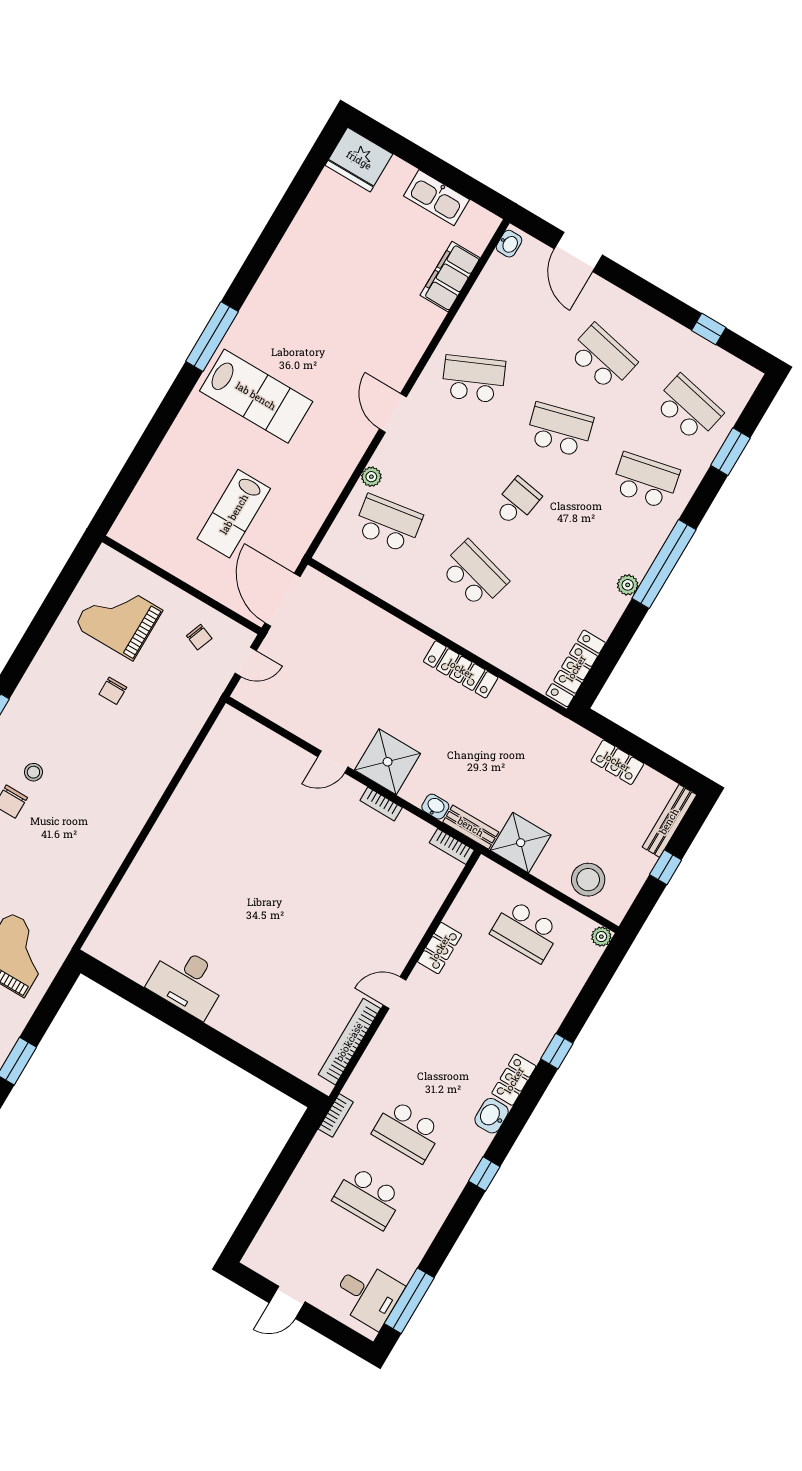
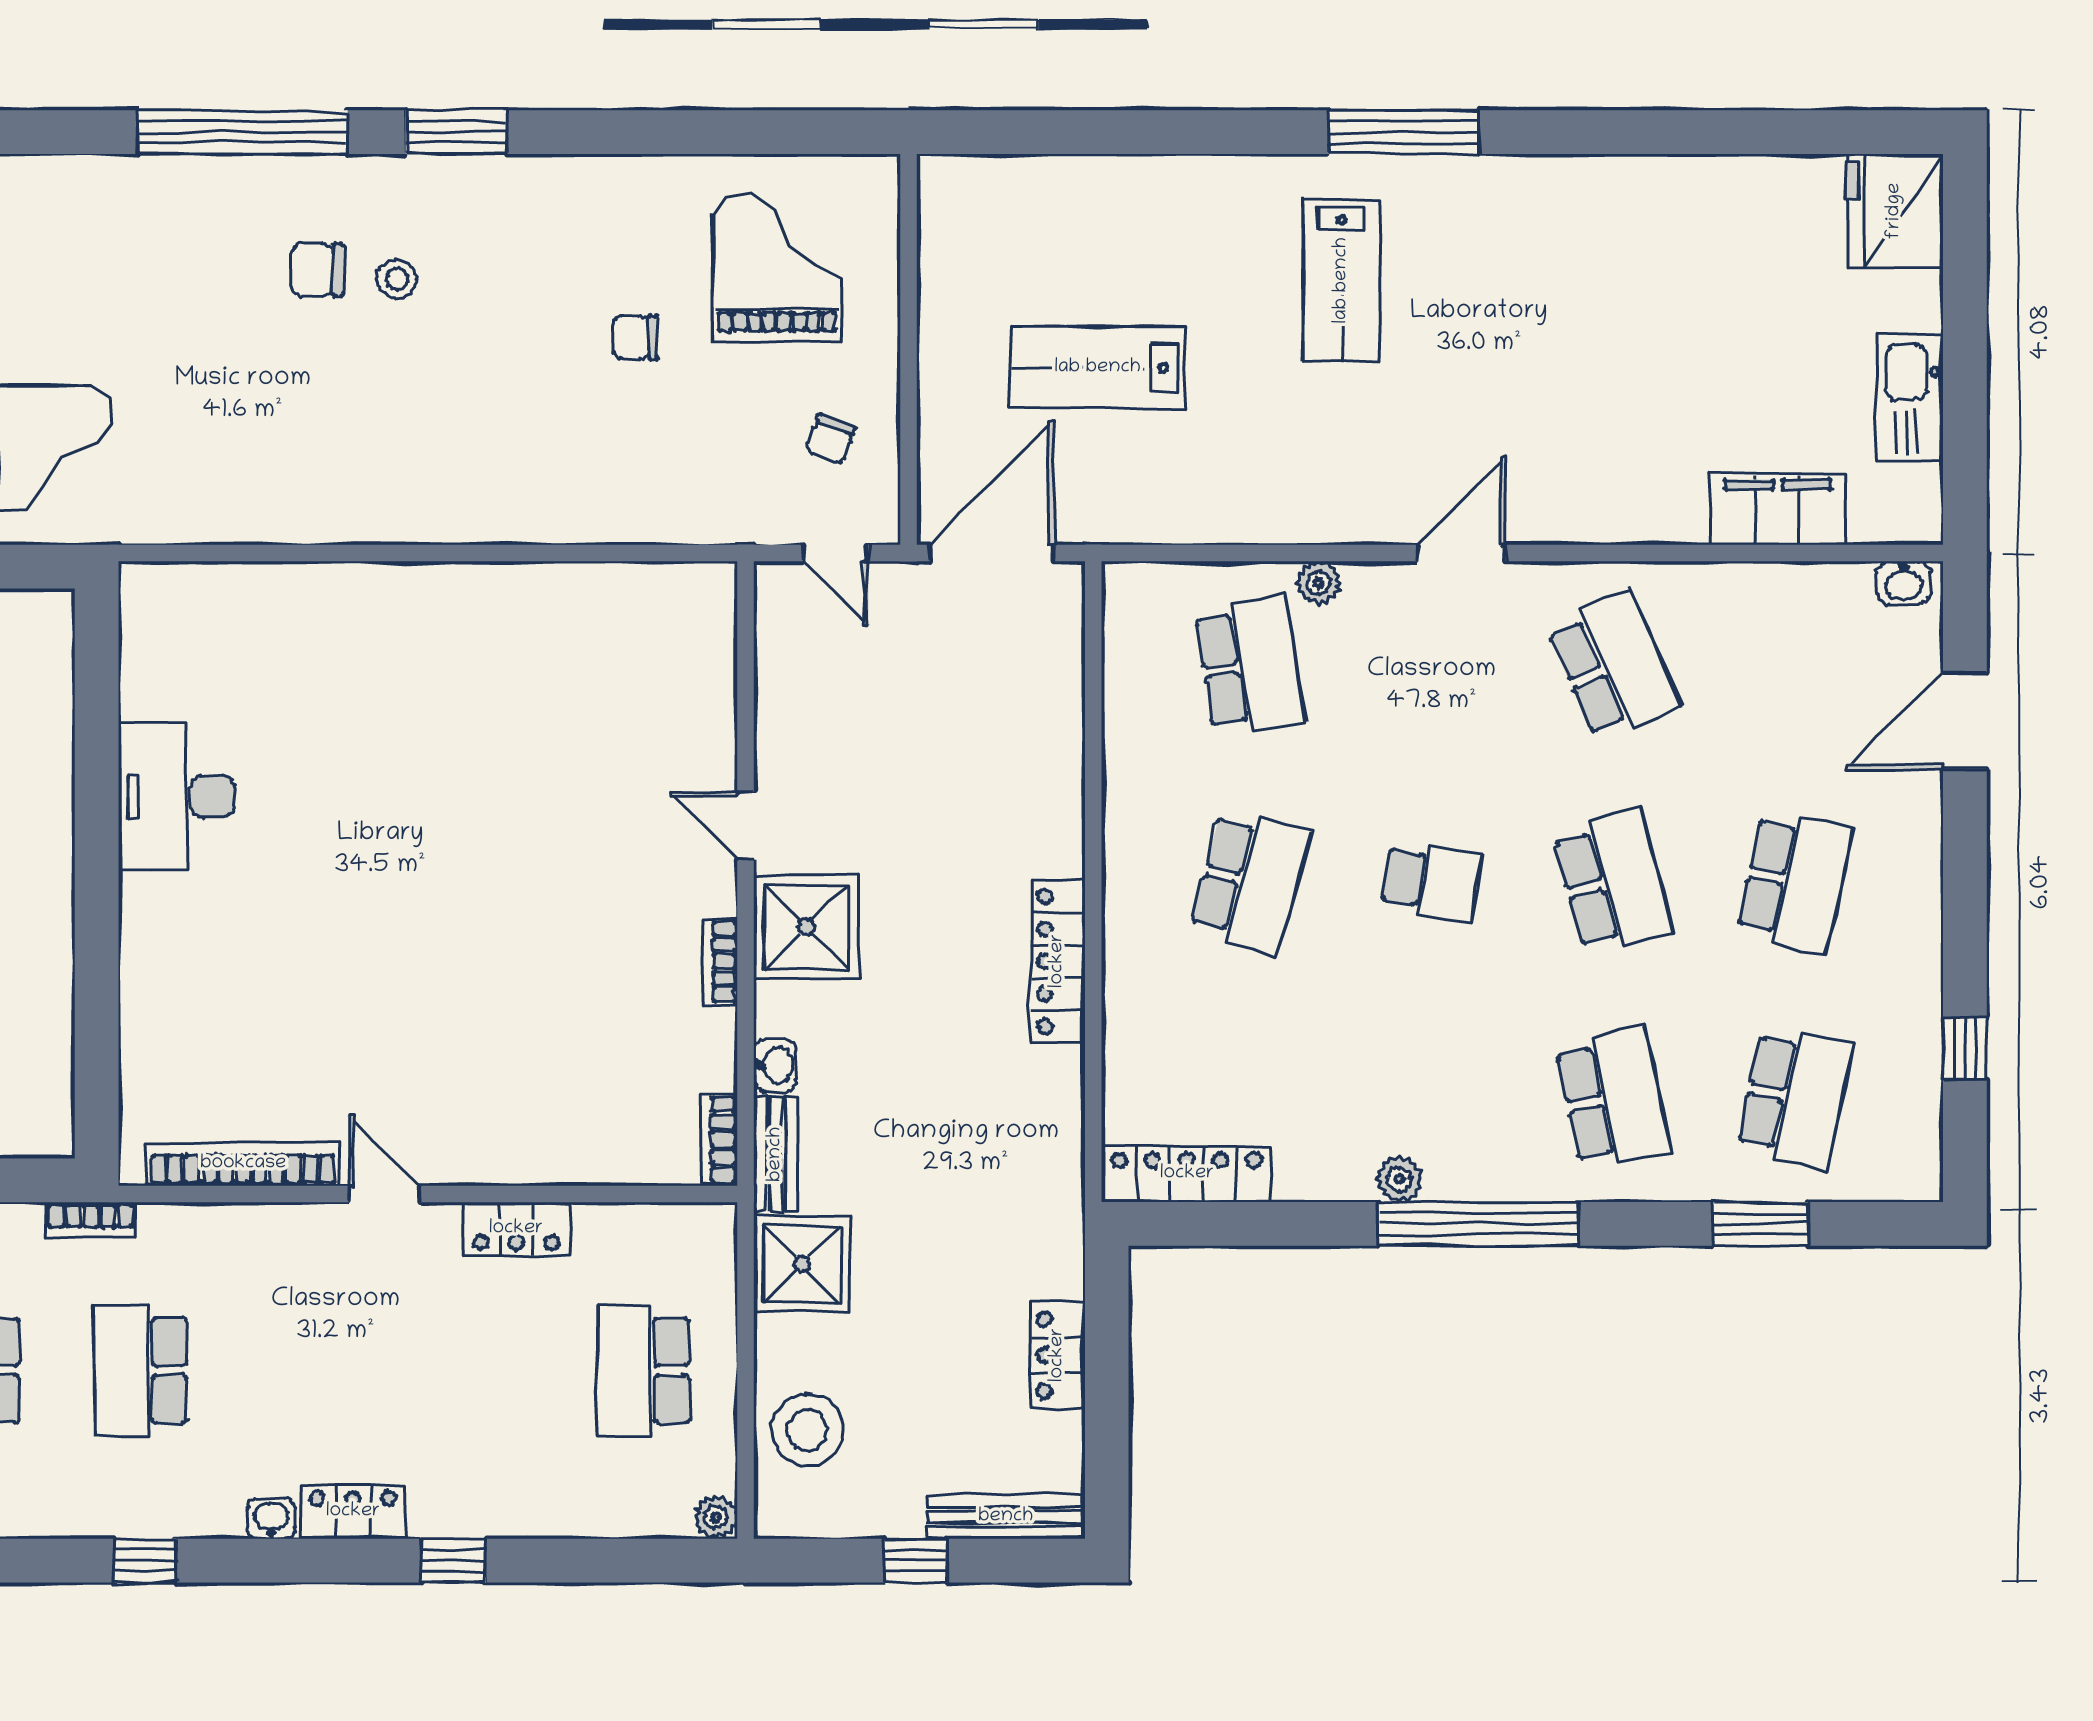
lab bench: (256, 396) -> (1342, 280), width x0.73, depth x0.72
washbasin: (492, 1116) -> (271, 1519), width x0.72, depth x0.69

